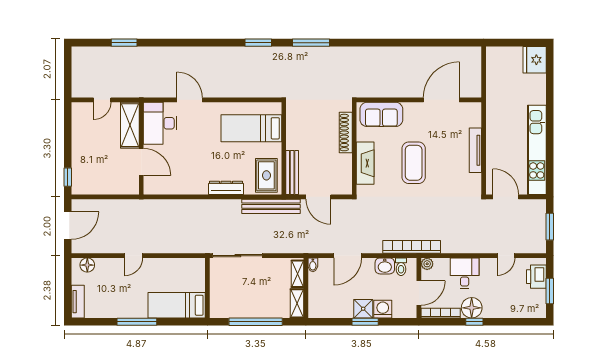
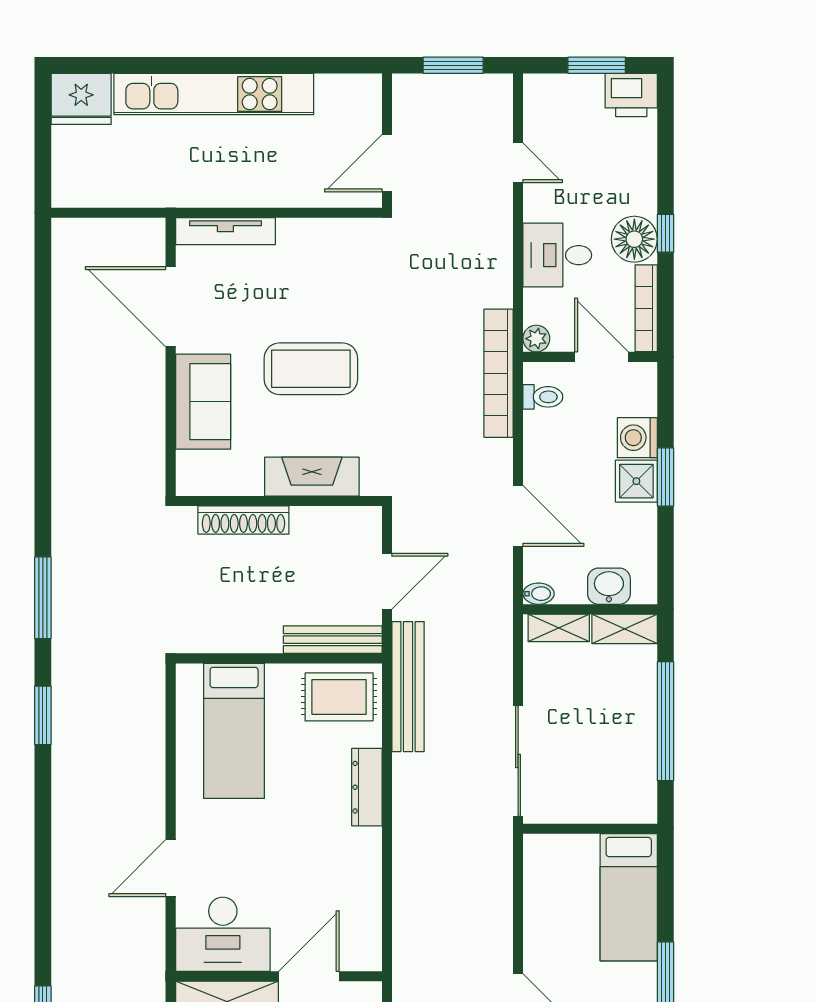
sofa: (381, 114) -> (203, 402), moved
tv unit: (475, 150) -> (225, 231), moved
kitchen unit: (537, 150) -> (214, 94), moved
washbasin: (385, 266) -> (609, 586), moved, turned -90
printer: (536, 277) -> (631, 95), moved

